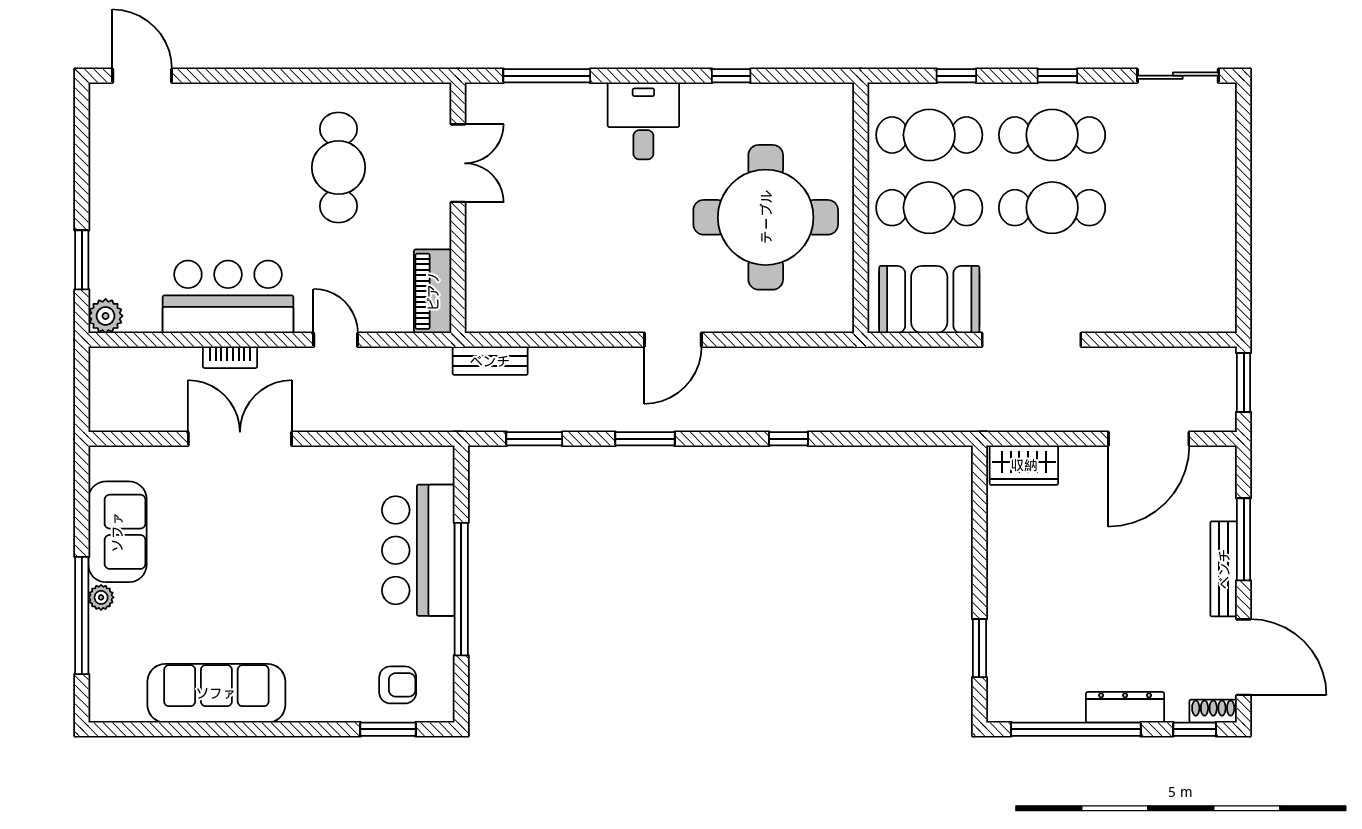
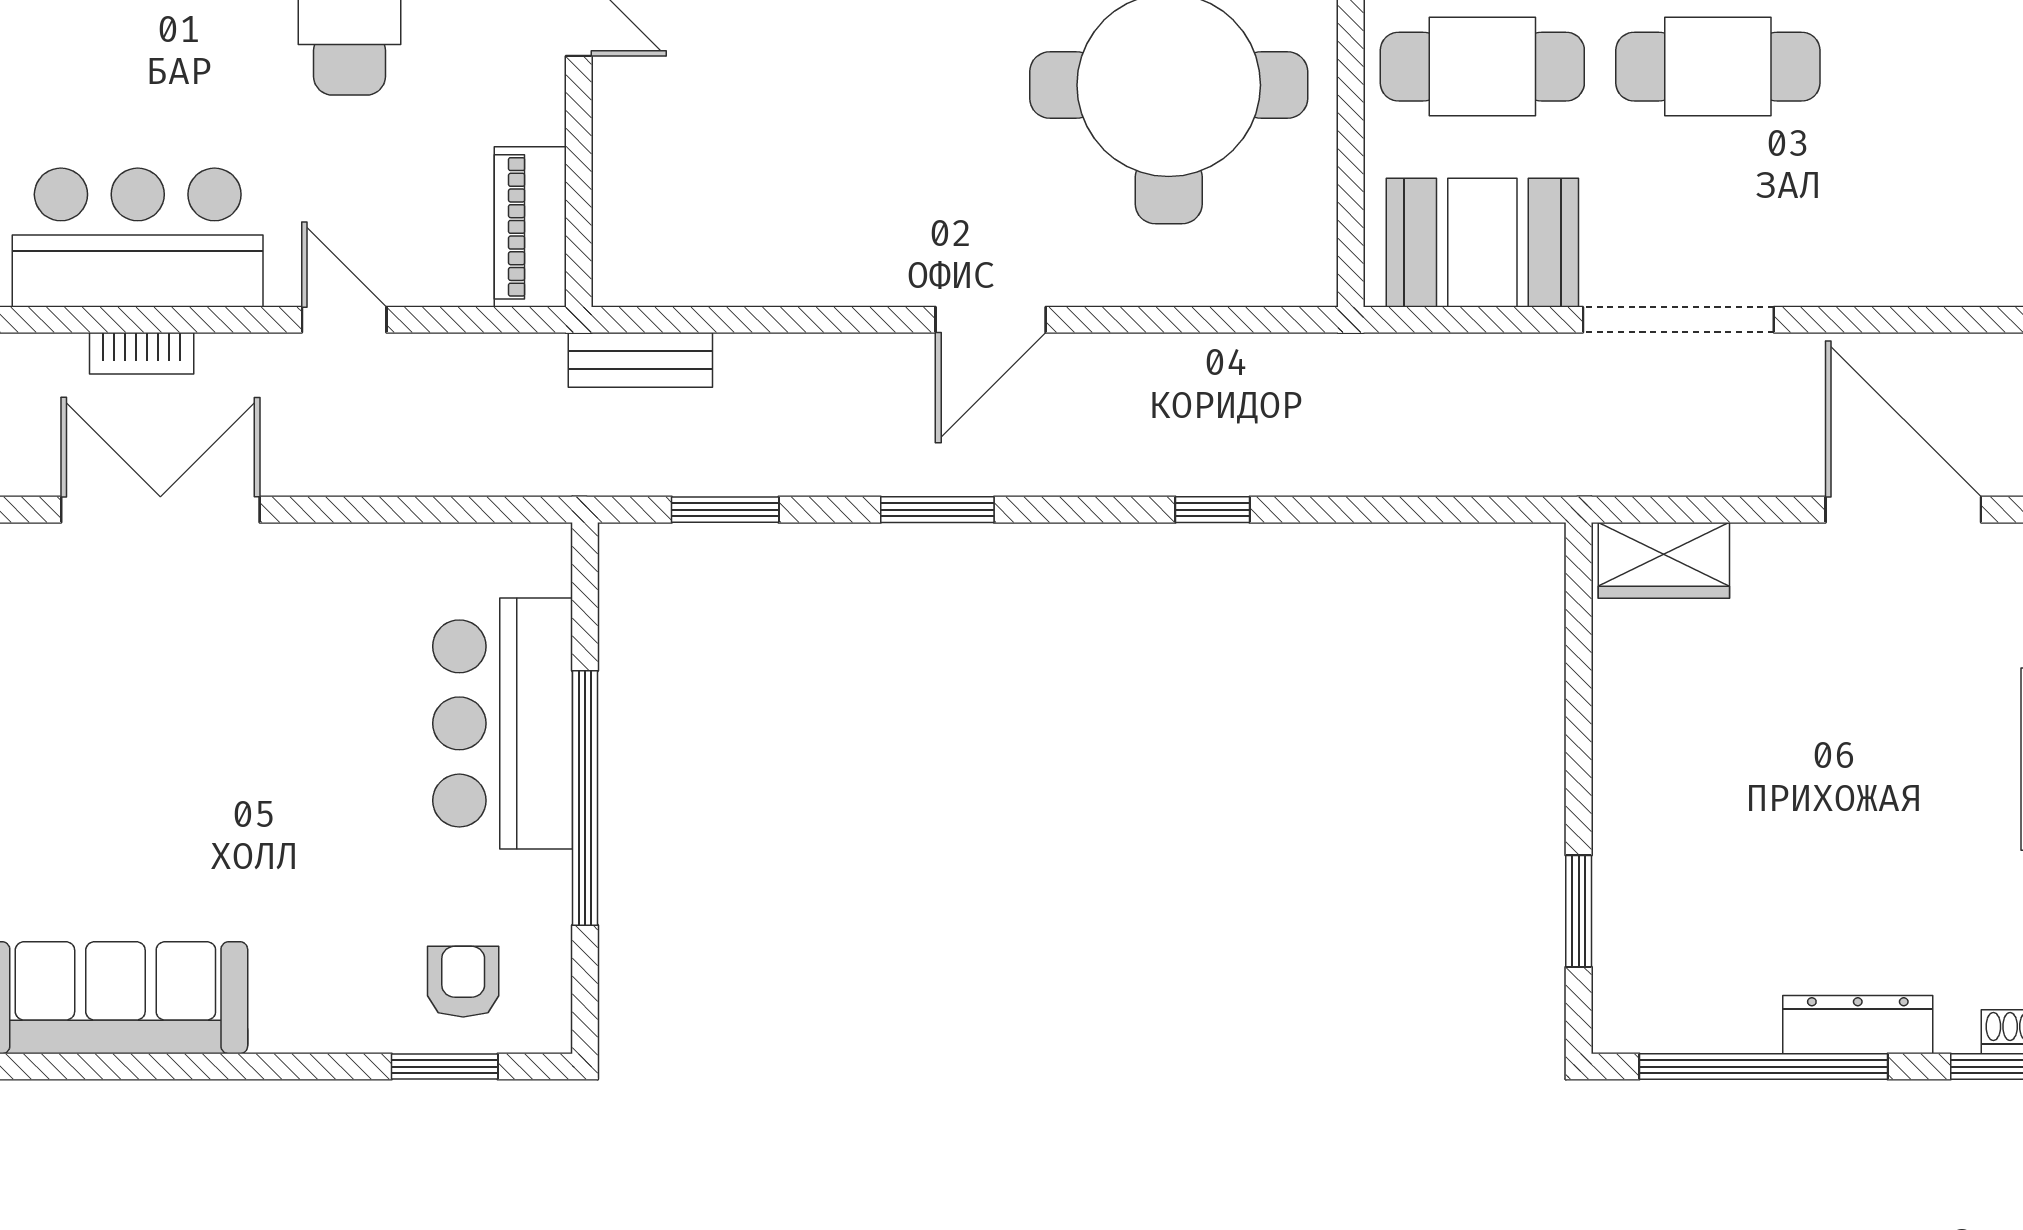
door: (1149, 439) -> (1903, 510), swing flipped
armchair: (398, 685) -> (463, 982), turned -90

